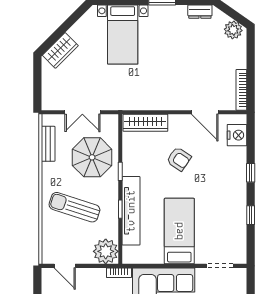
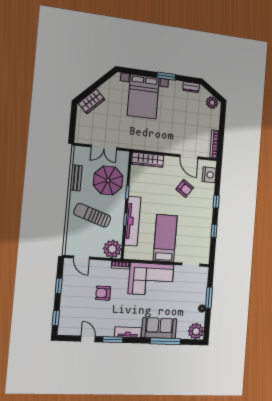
bed with nightstands: (123, 35) -> (143, 97), width x1.36
bench: (48, 144) -> (76, 178), moved
armchair: (179, 159) -> (185, 189), moved

